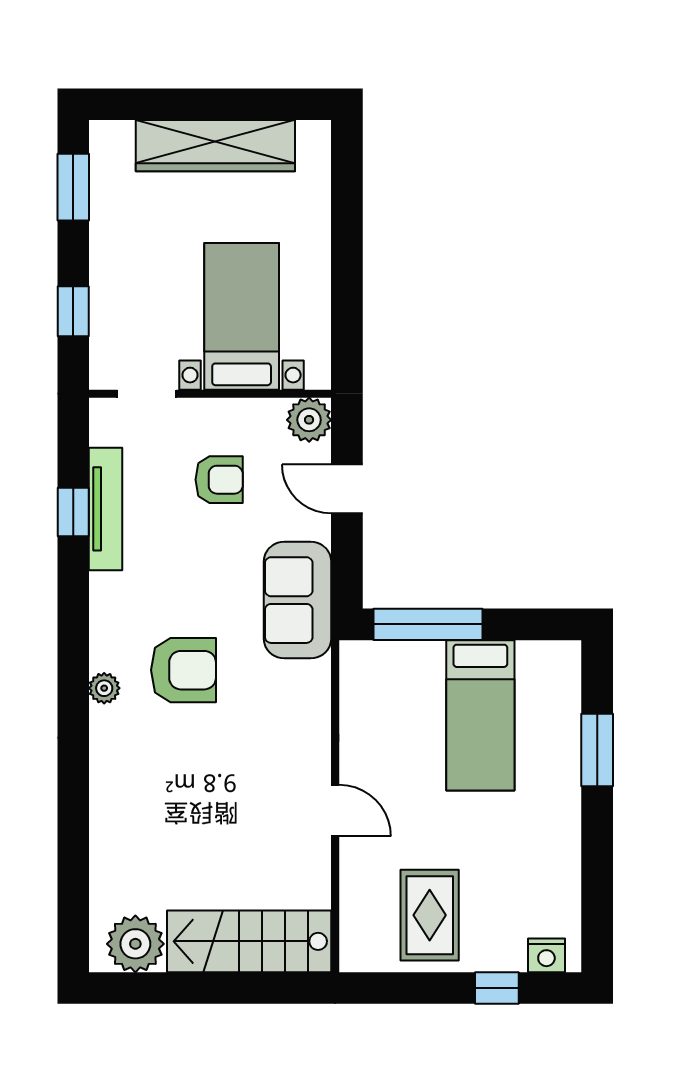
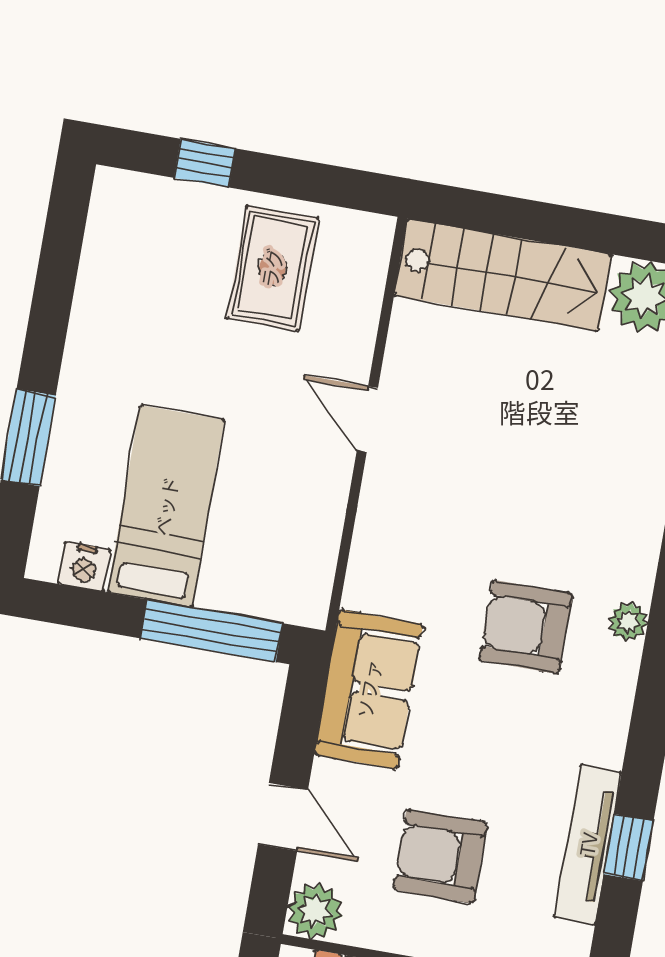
armchair: (219, 480) -> (440, 856), width x1.38, depth x1.38
nightstand: (546, 955) -> (84, 567), moved, turned 180

